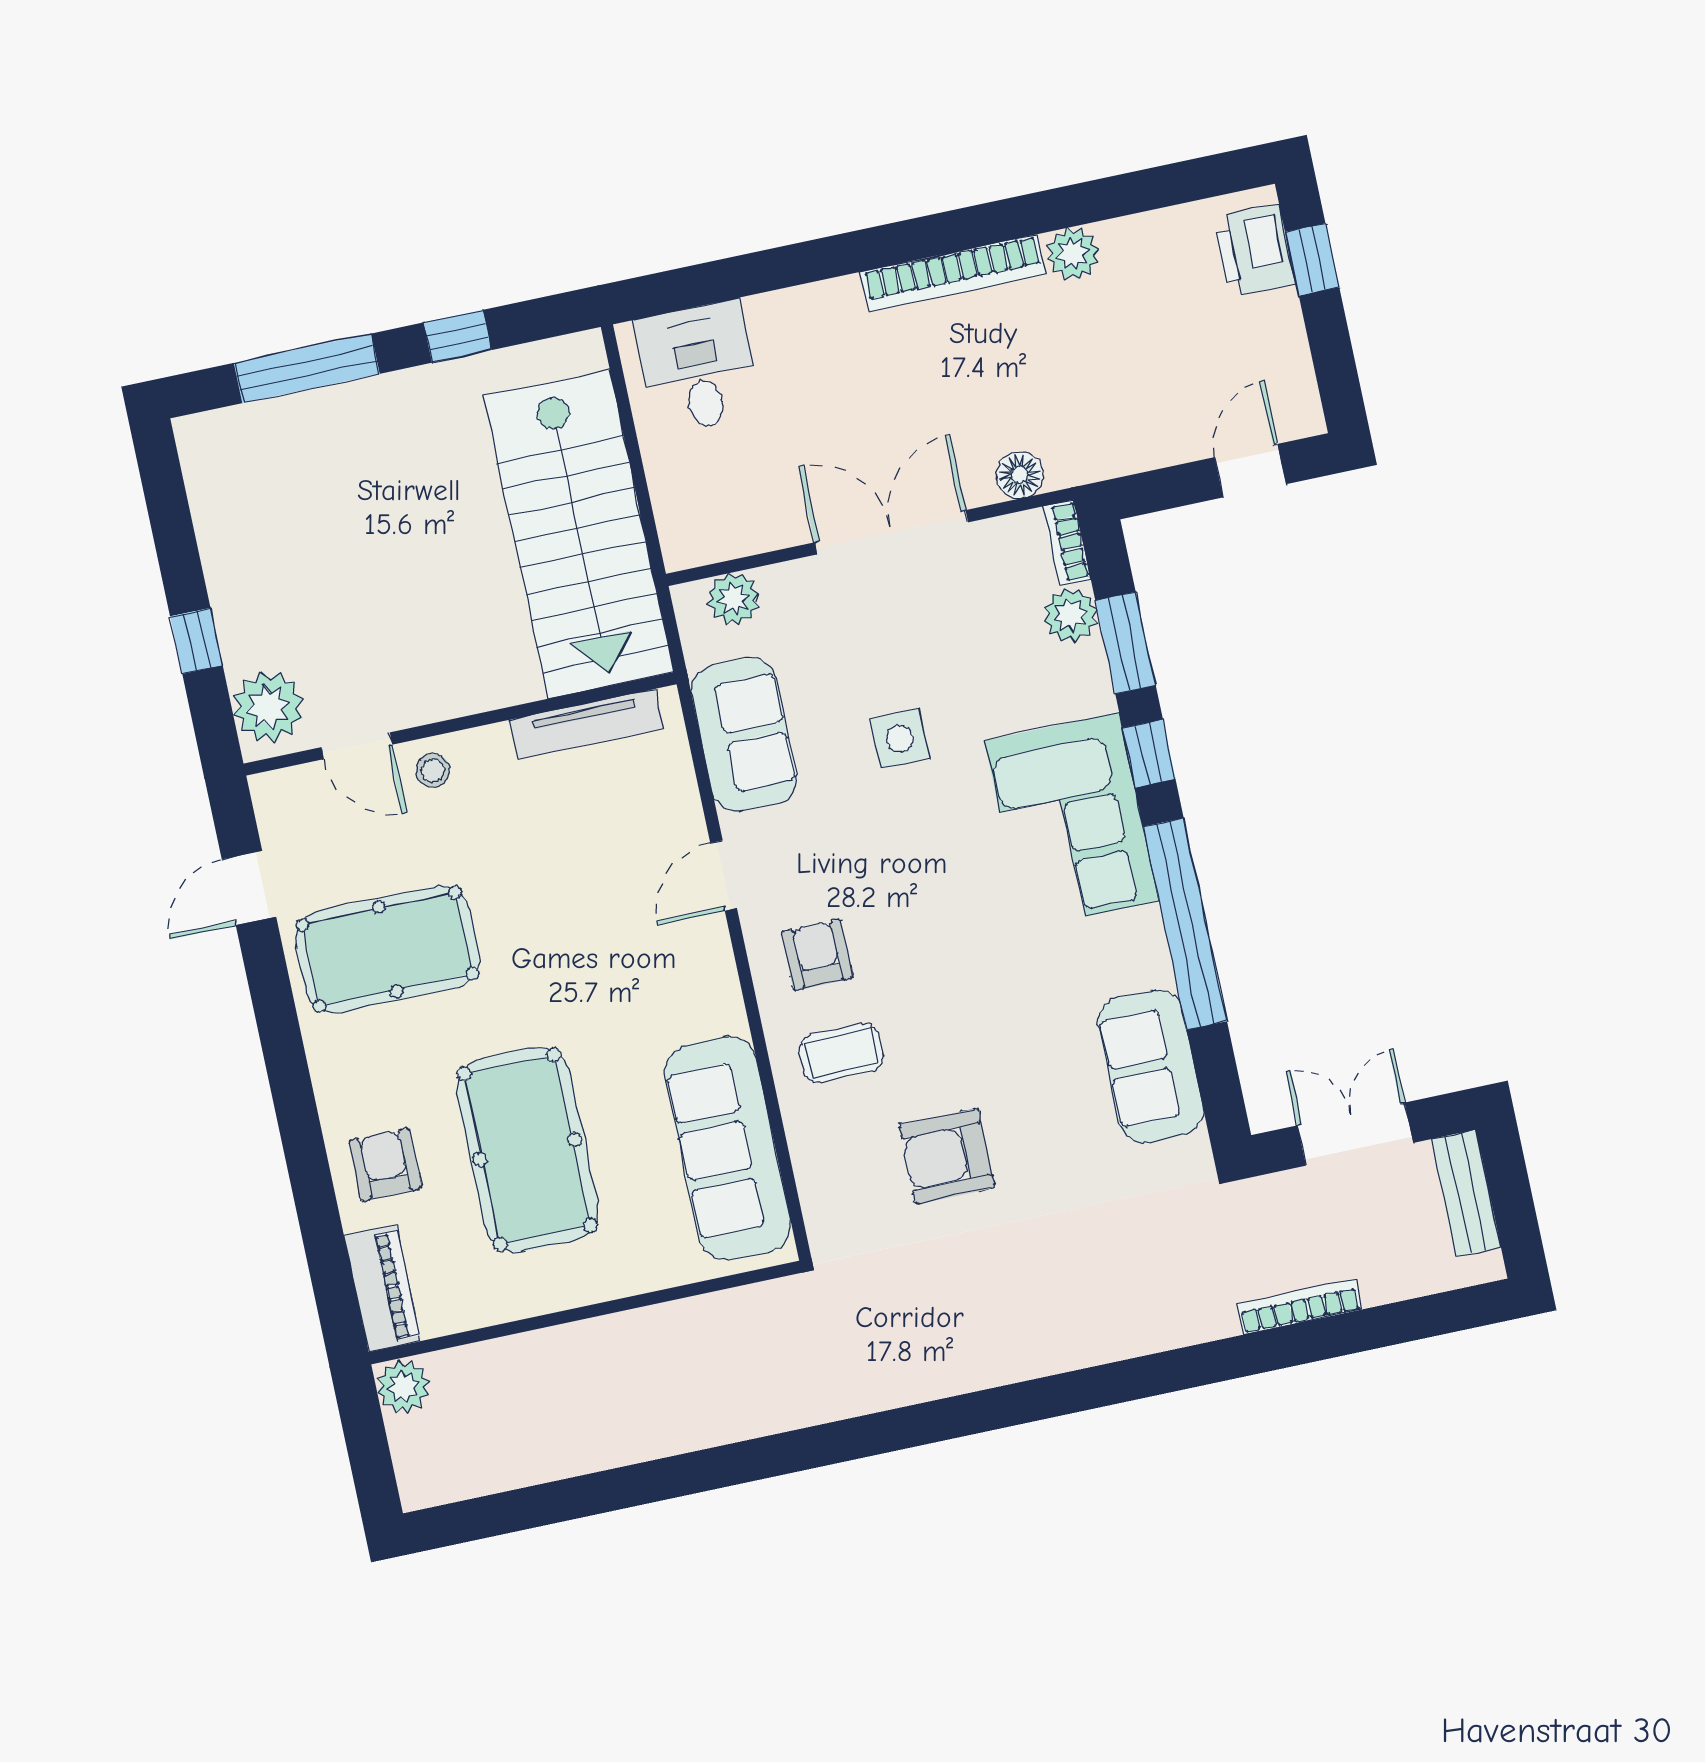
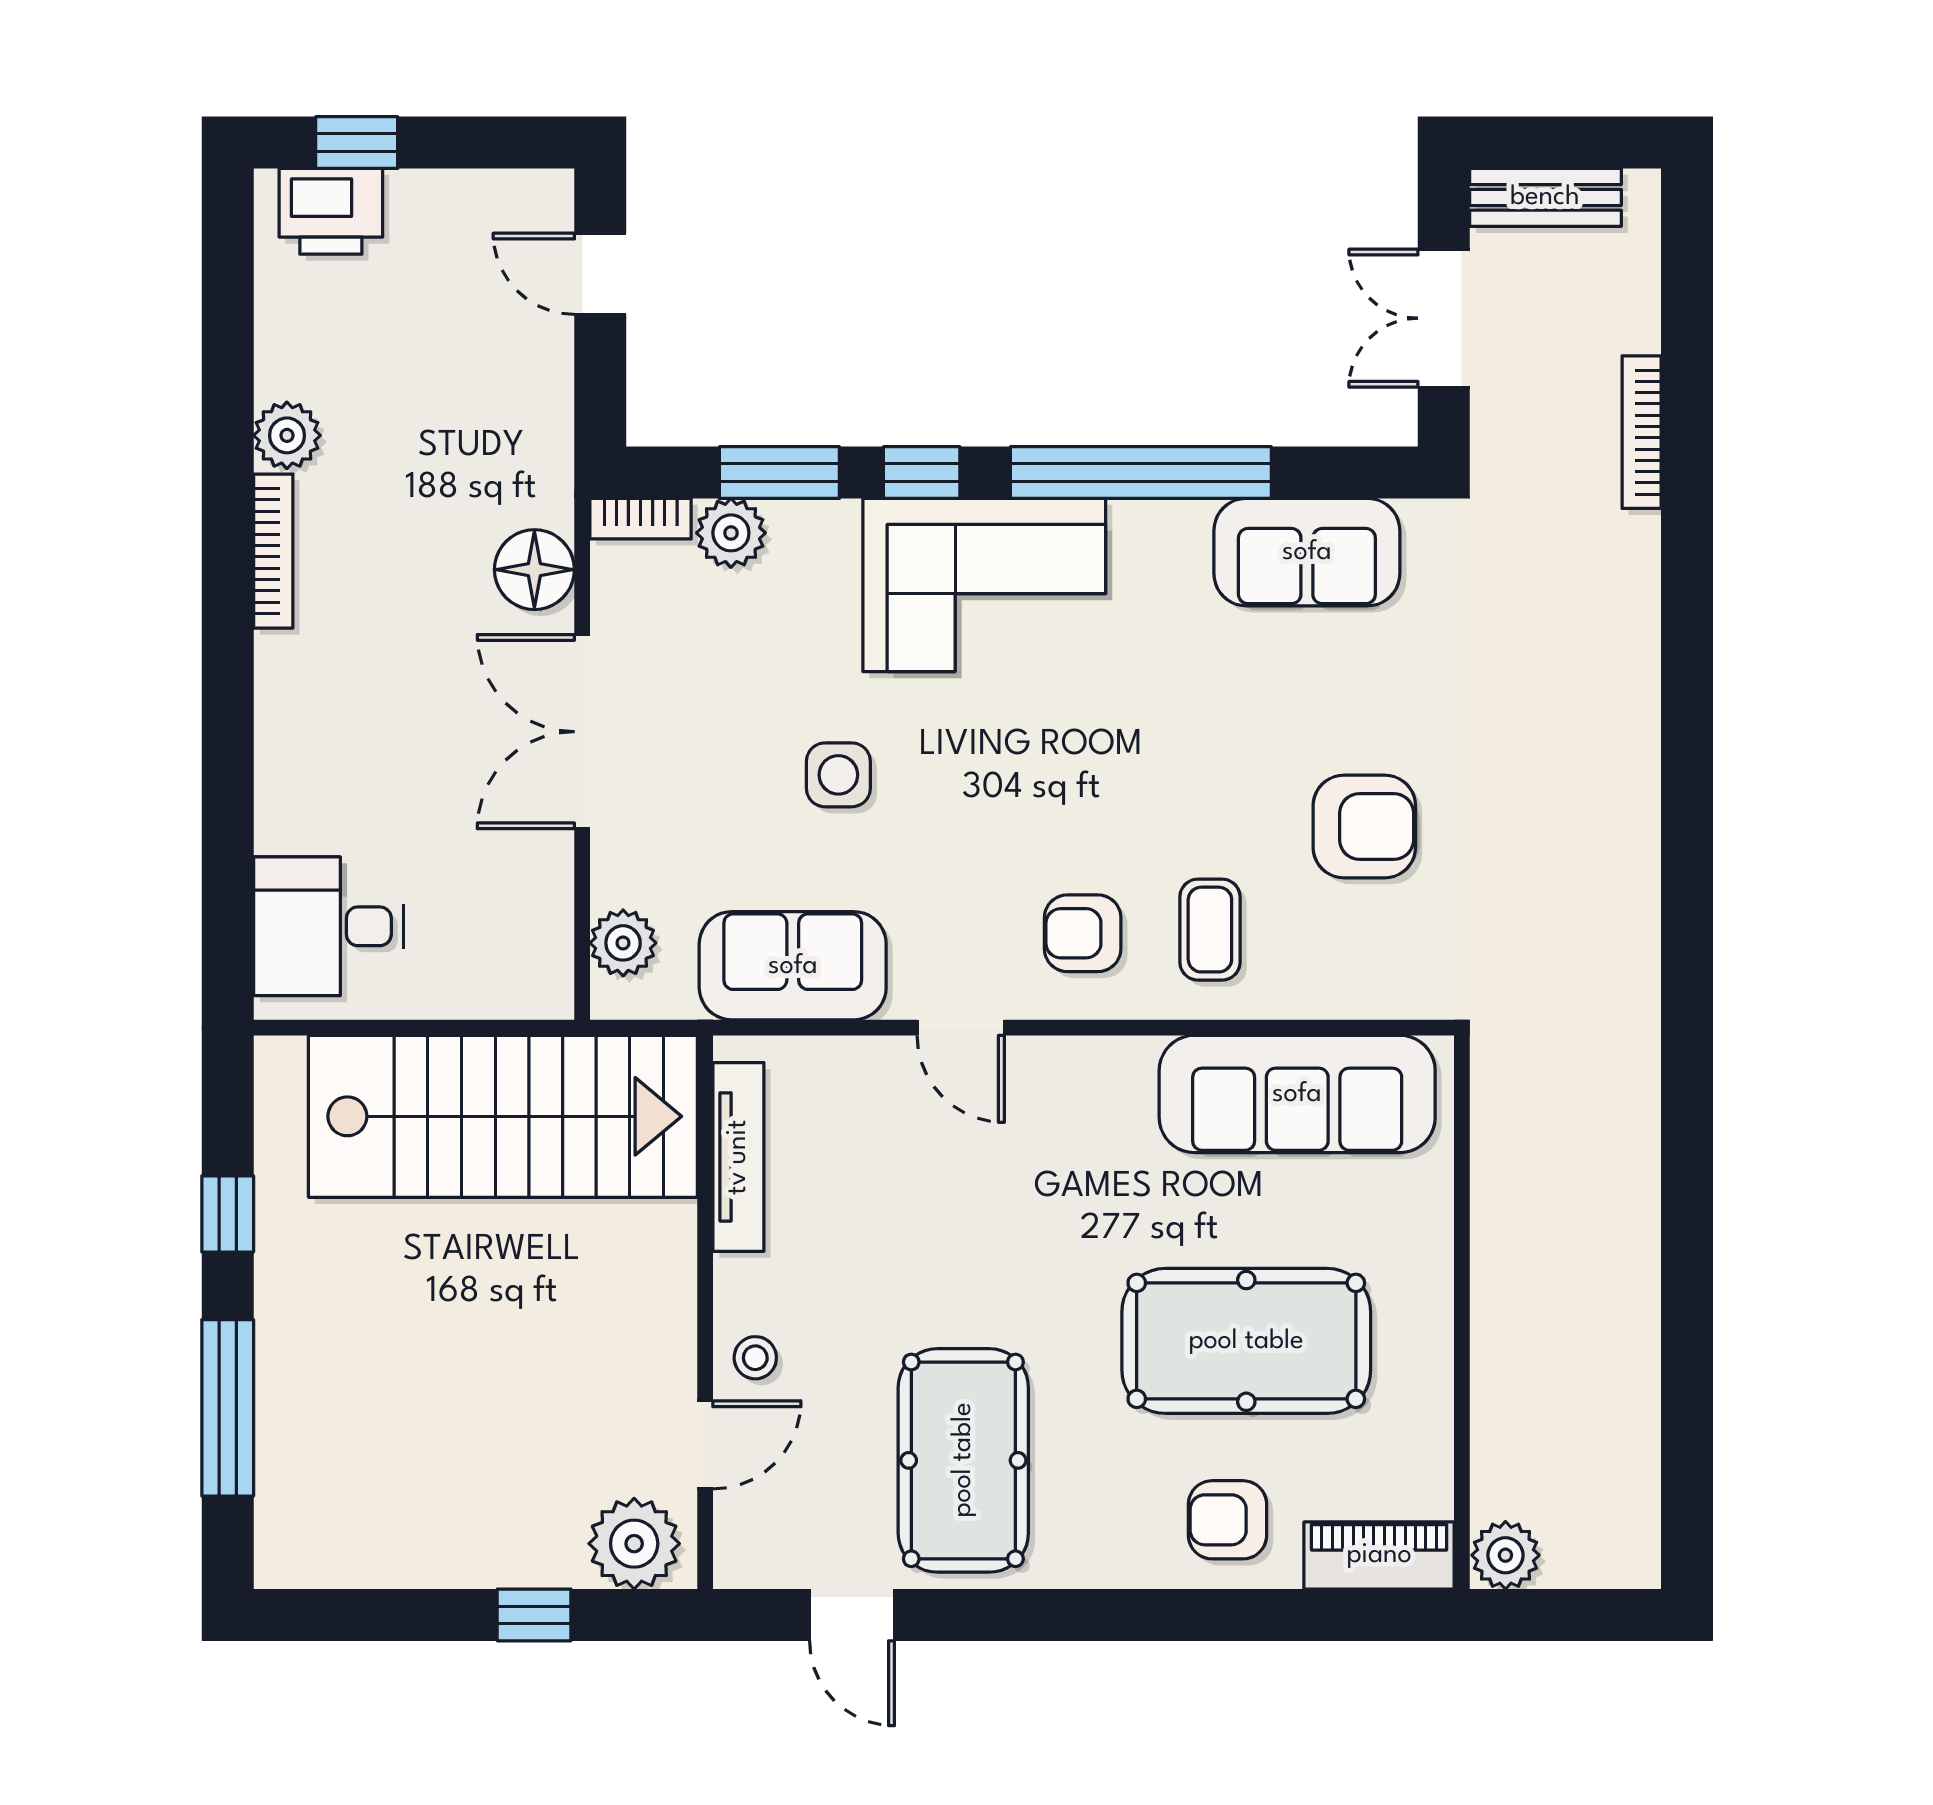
bookcase: (953, 273) -> (273, 551), width x0.68, depth x0.76
floor lamp: (1020, 475) -> (534, 570), width x1.38, depth x1.38
armchair: (947, 1156) -> (1364, 826), turned -90

